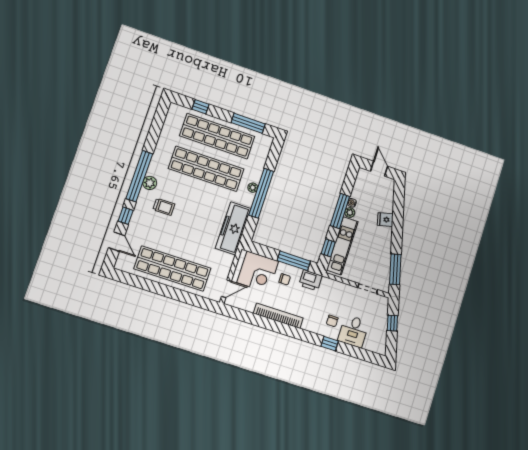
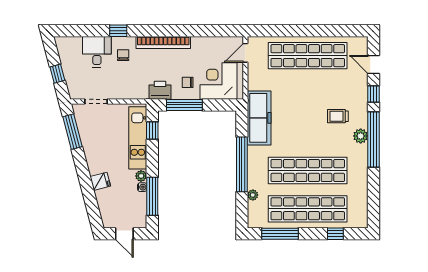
plant: (253, 188) -> (253, 195), moved
window: (340, 211) -> (152, 196), moved
bookcase: (278, 316) -> (163, 42), moved

